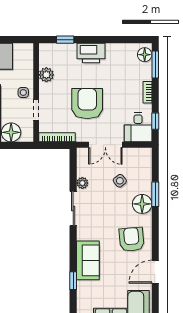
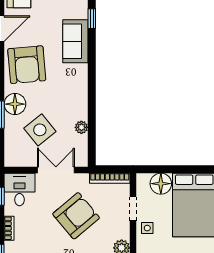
armchair: (87, 104) -> (76, 216), turned -130
side table: (120, 181) -> (40, 130), width x1.87, depth x1.87
sliding door: (73, 208) -> (92, 99), removed
armchair: (132, 239) -> (27, 65), width x1.36, depth x1.36

